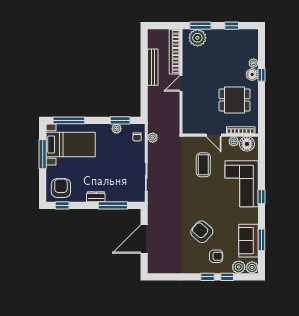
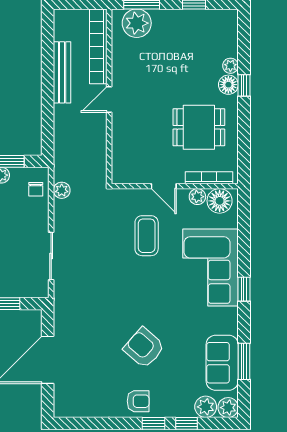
armchair: (216, 256) -> (138, 401), moved

